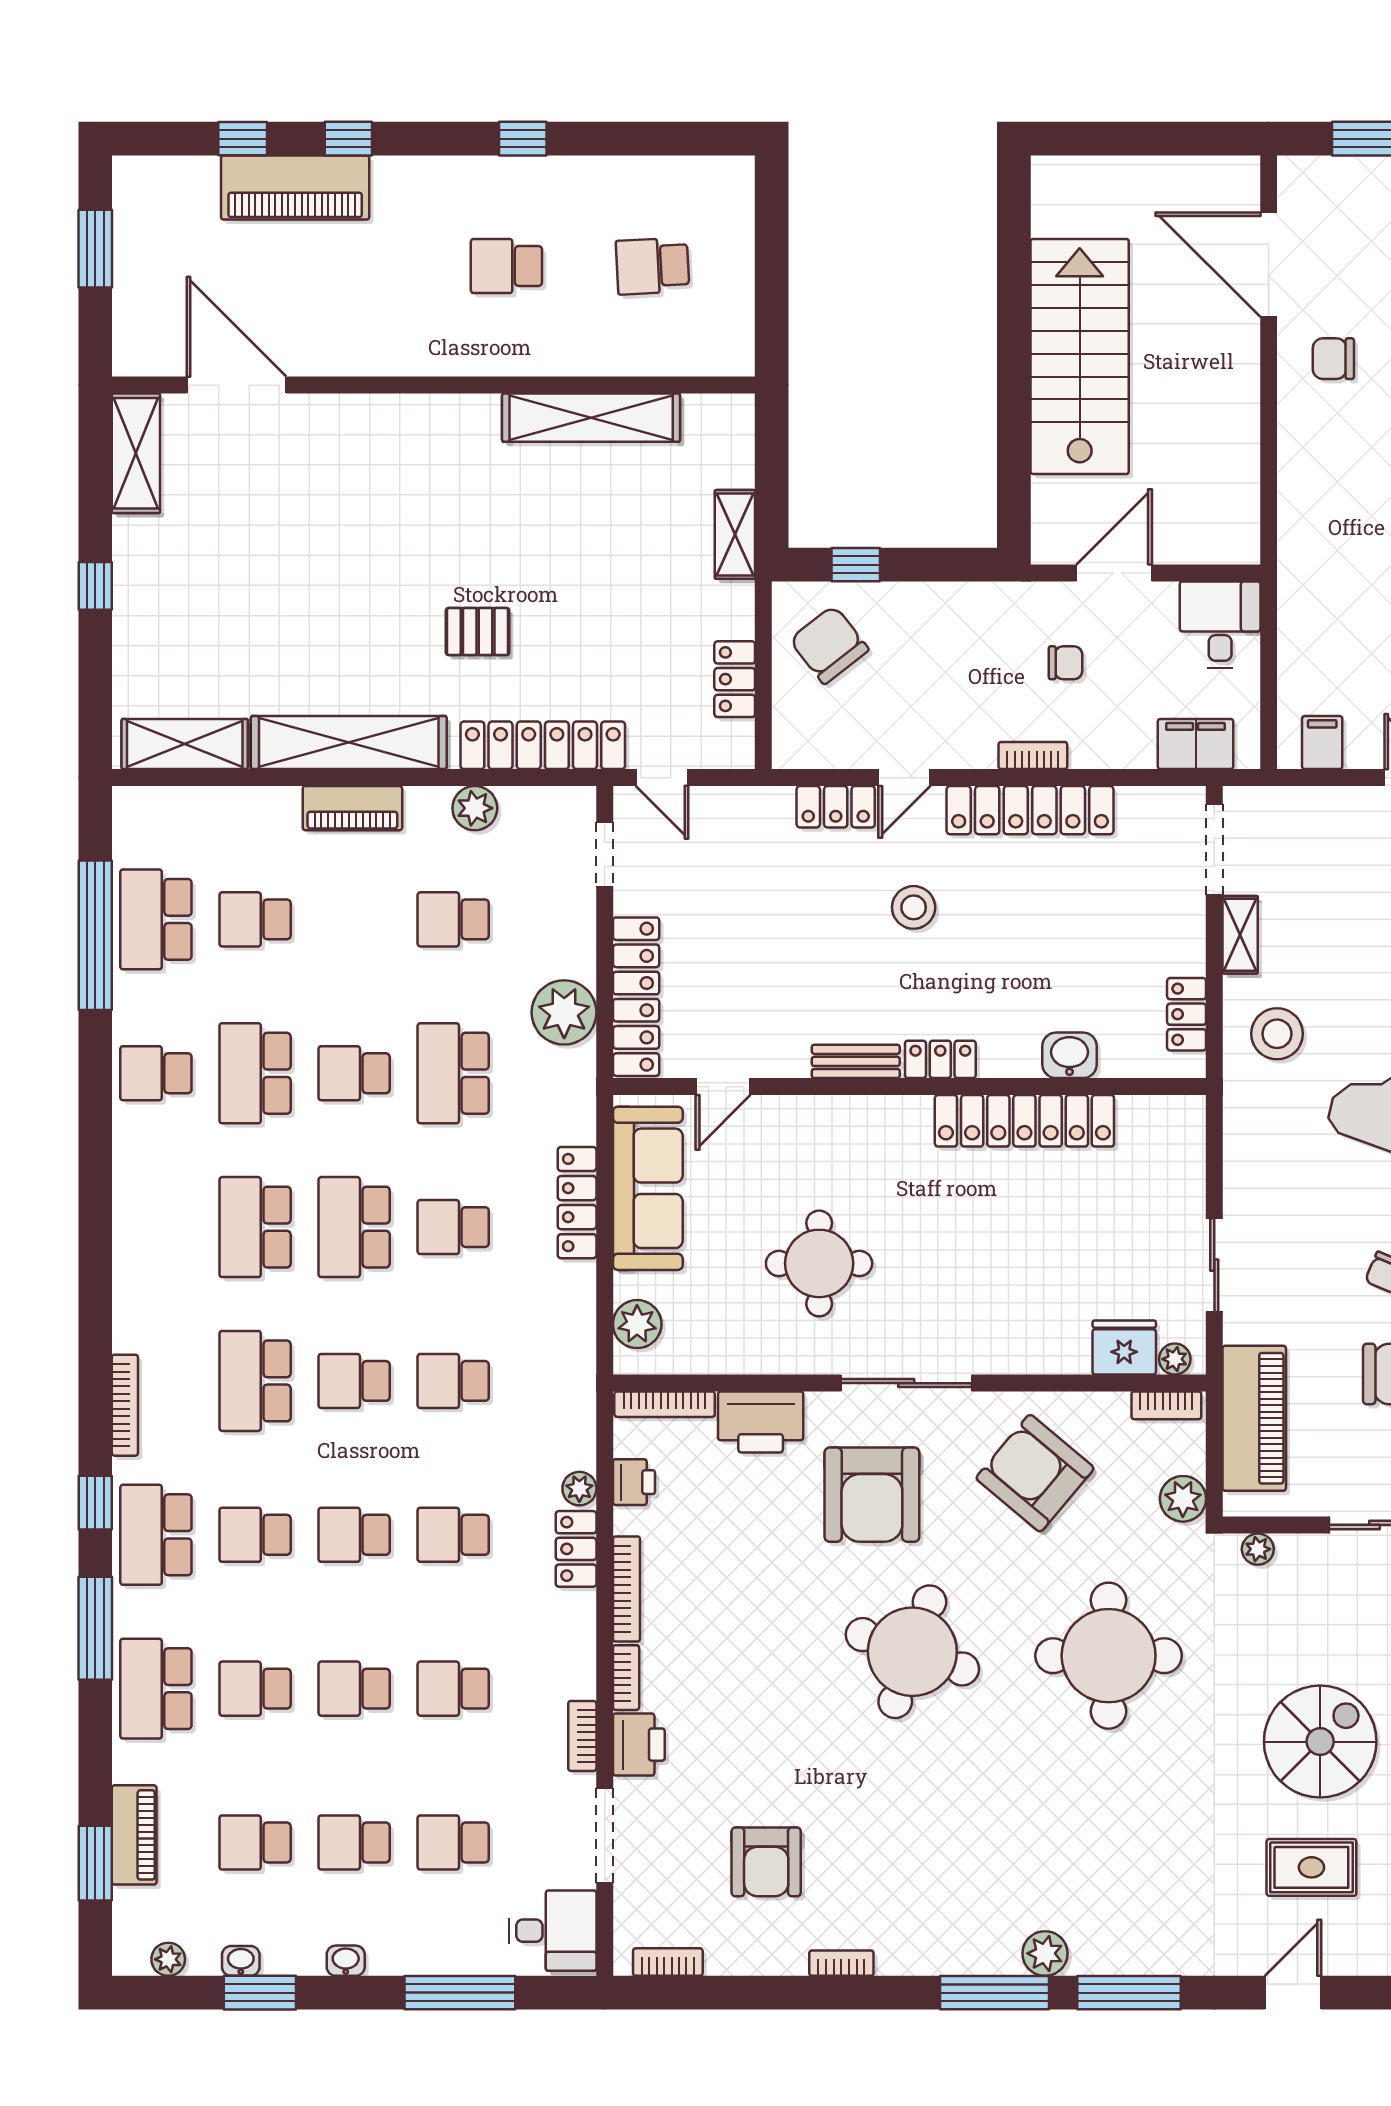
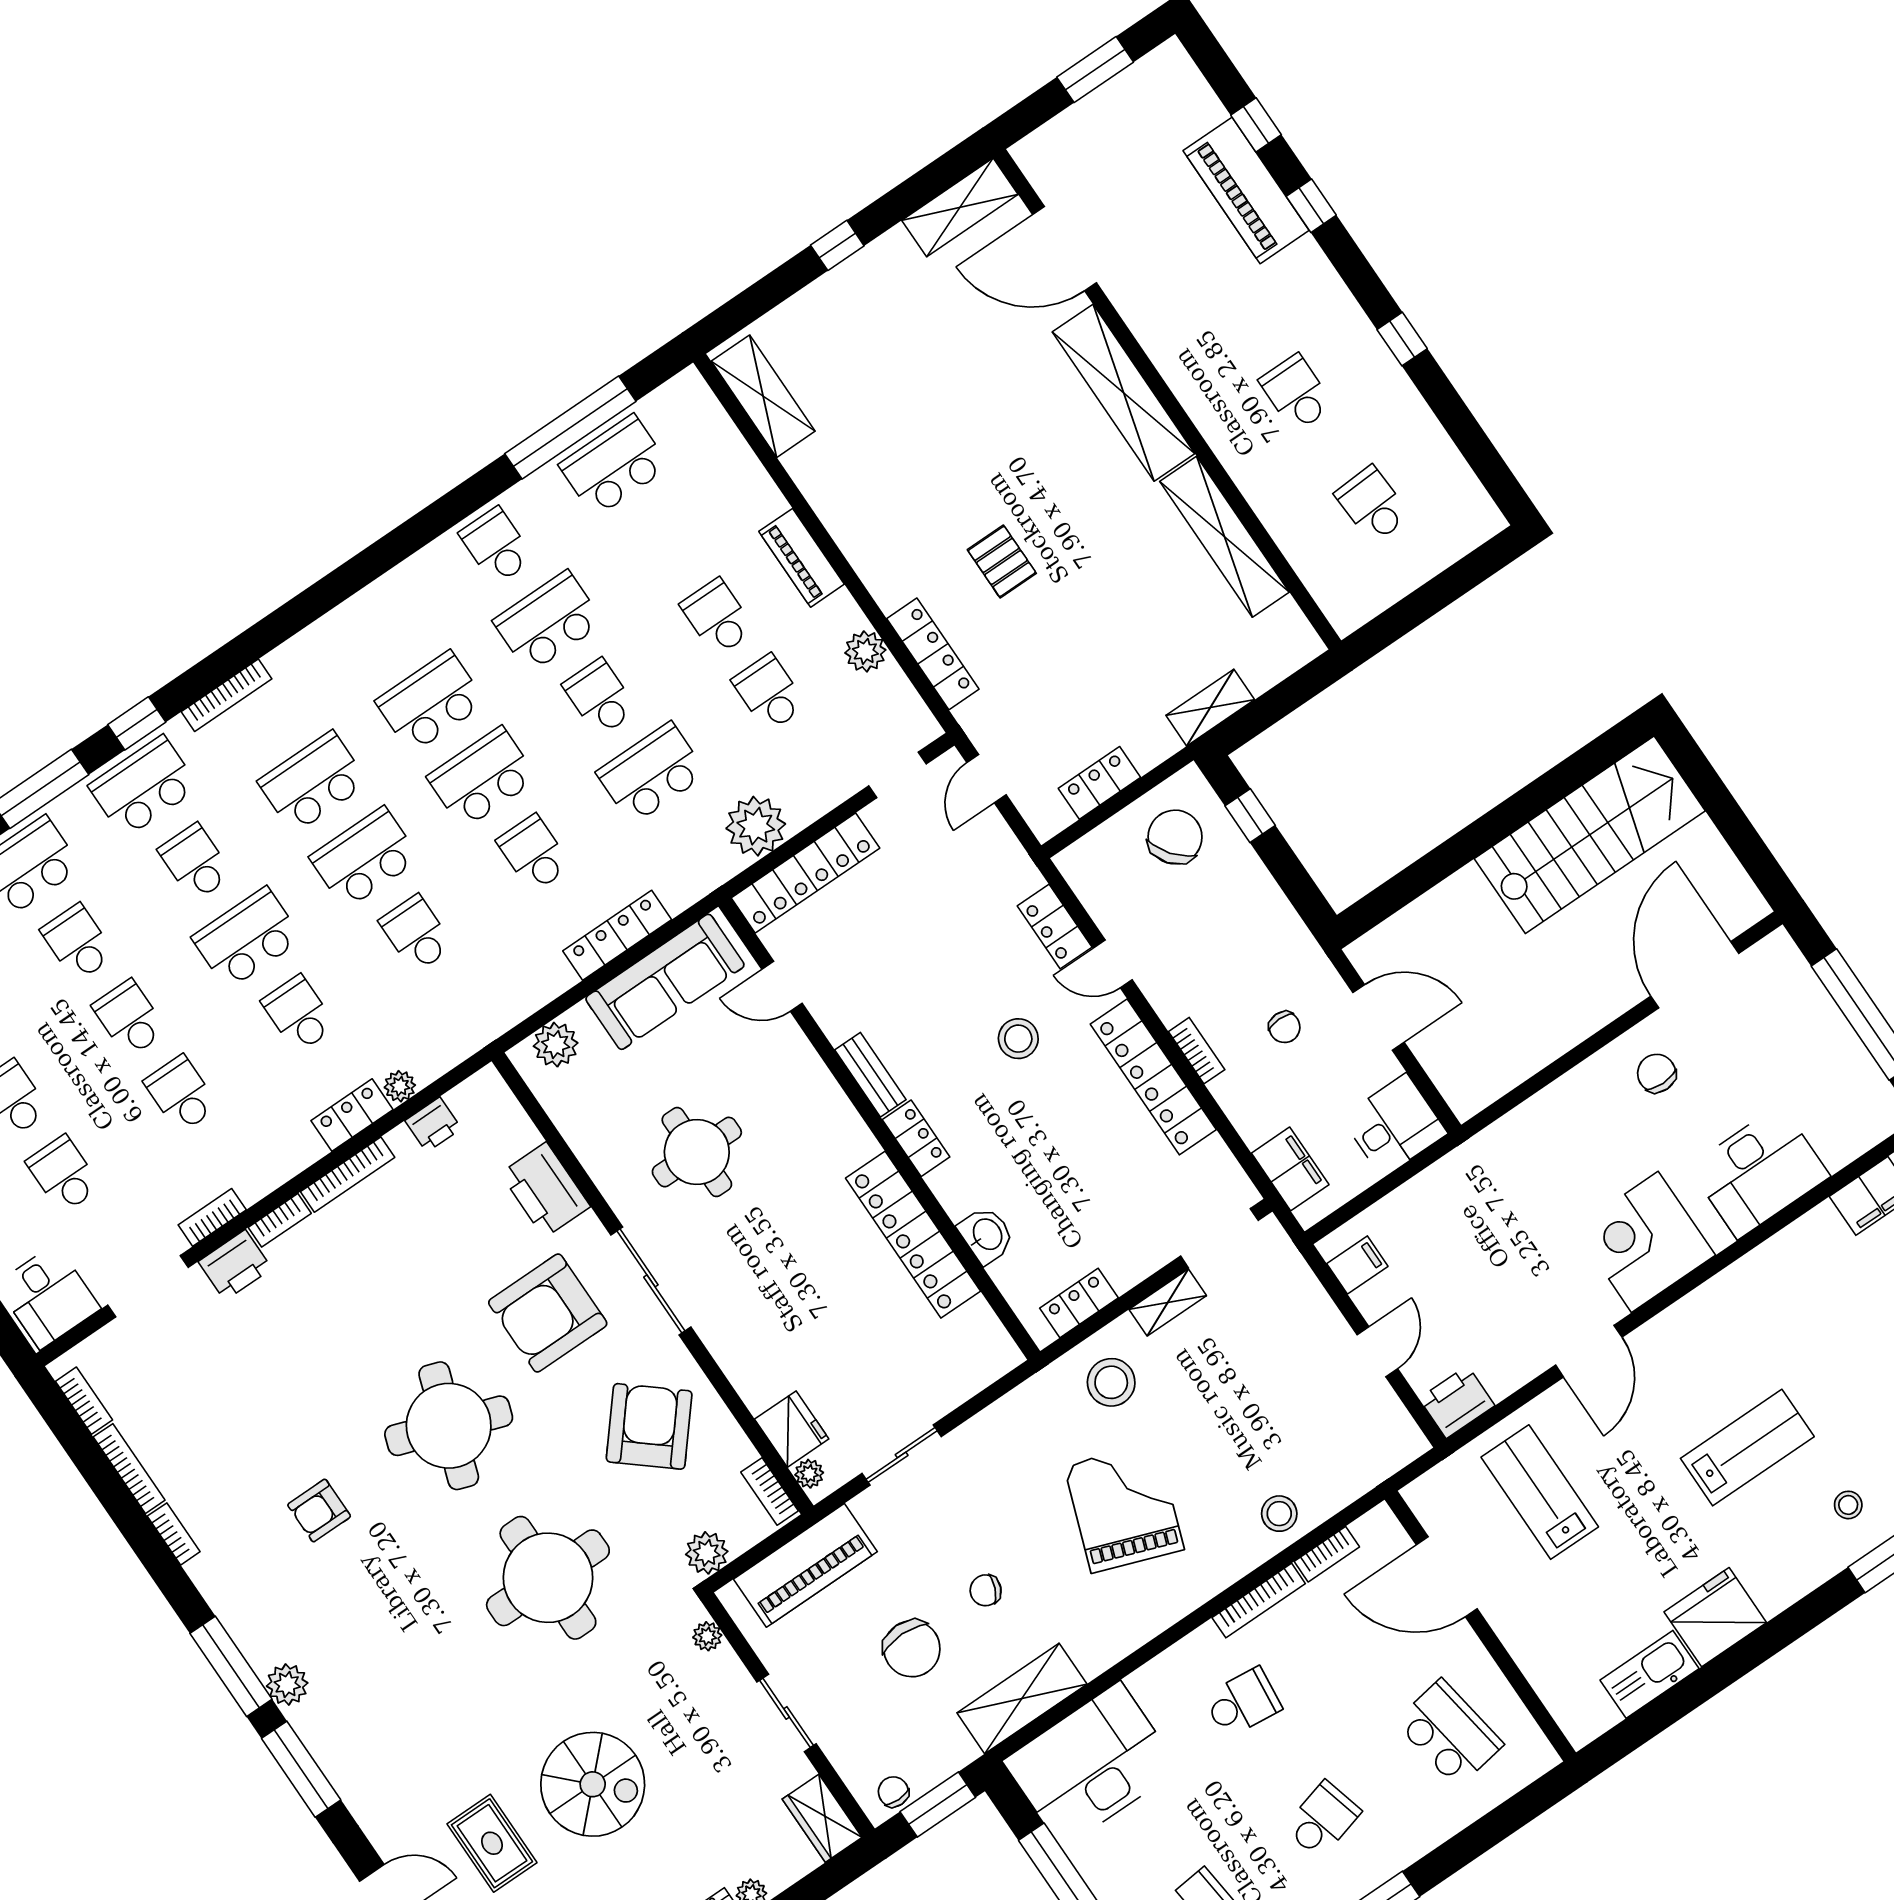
stairs: (1080, 356) -> (1590, 835), moved
door: (236, 385) -> (1065, 249), swing flipped
shelving: (349, 743) -> (1124, 393), moved
locker: (543, 745) -> (933, 654), width x0.71, depth x0.83
school desk: (255, 919) -> (717, 617), moved
school desk: (354, 1381) -> (365, 858), width x1.85
bookcase: (665, 1404) -> (129, 1469), moved, turned 180
school desk: (354, 1535) -> (247, 938), width x1.85
armchair: (766, 1862) -> (319, 1511), moved, width x0.72, depth x0.72

